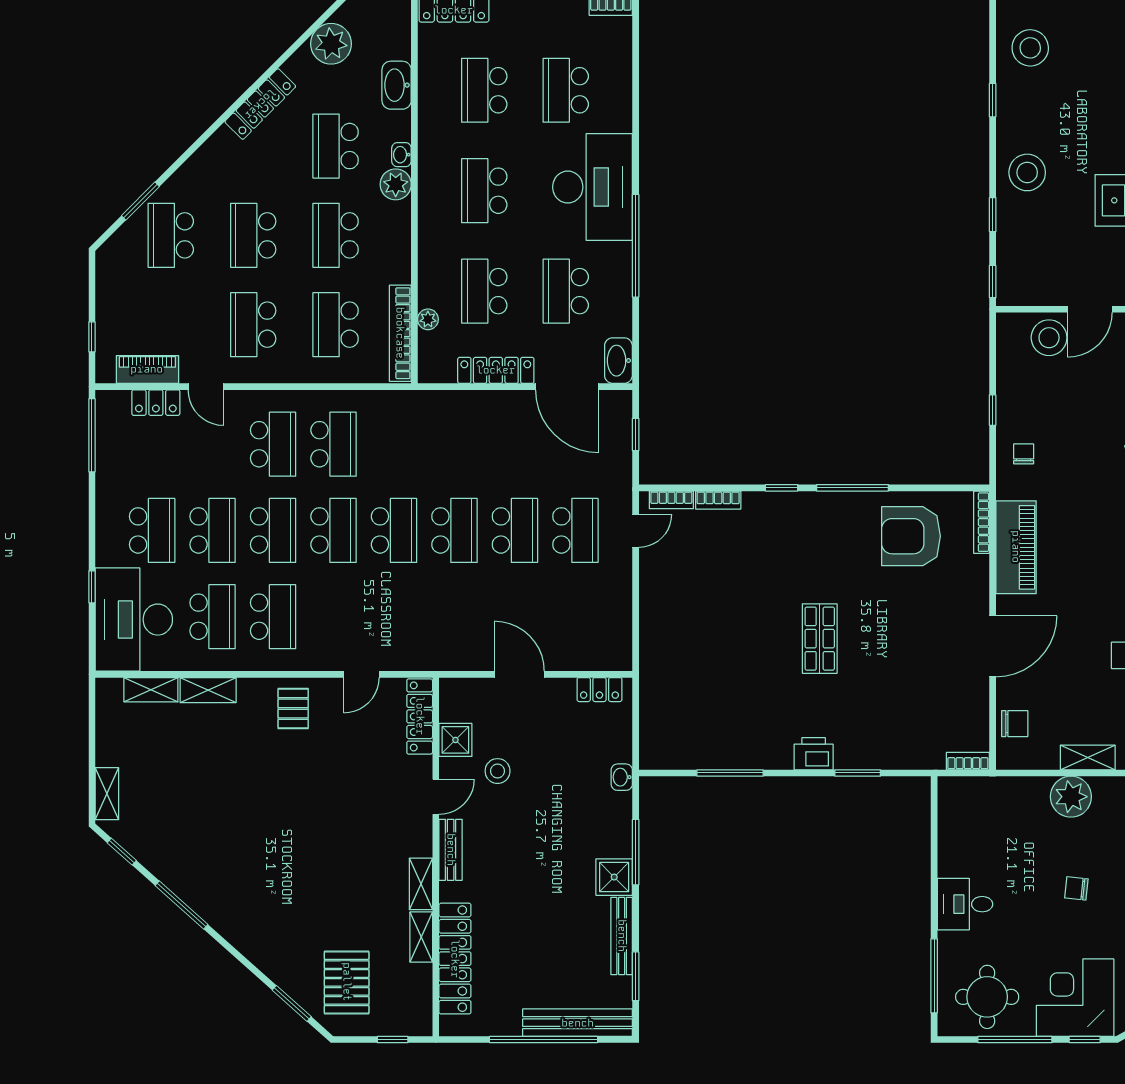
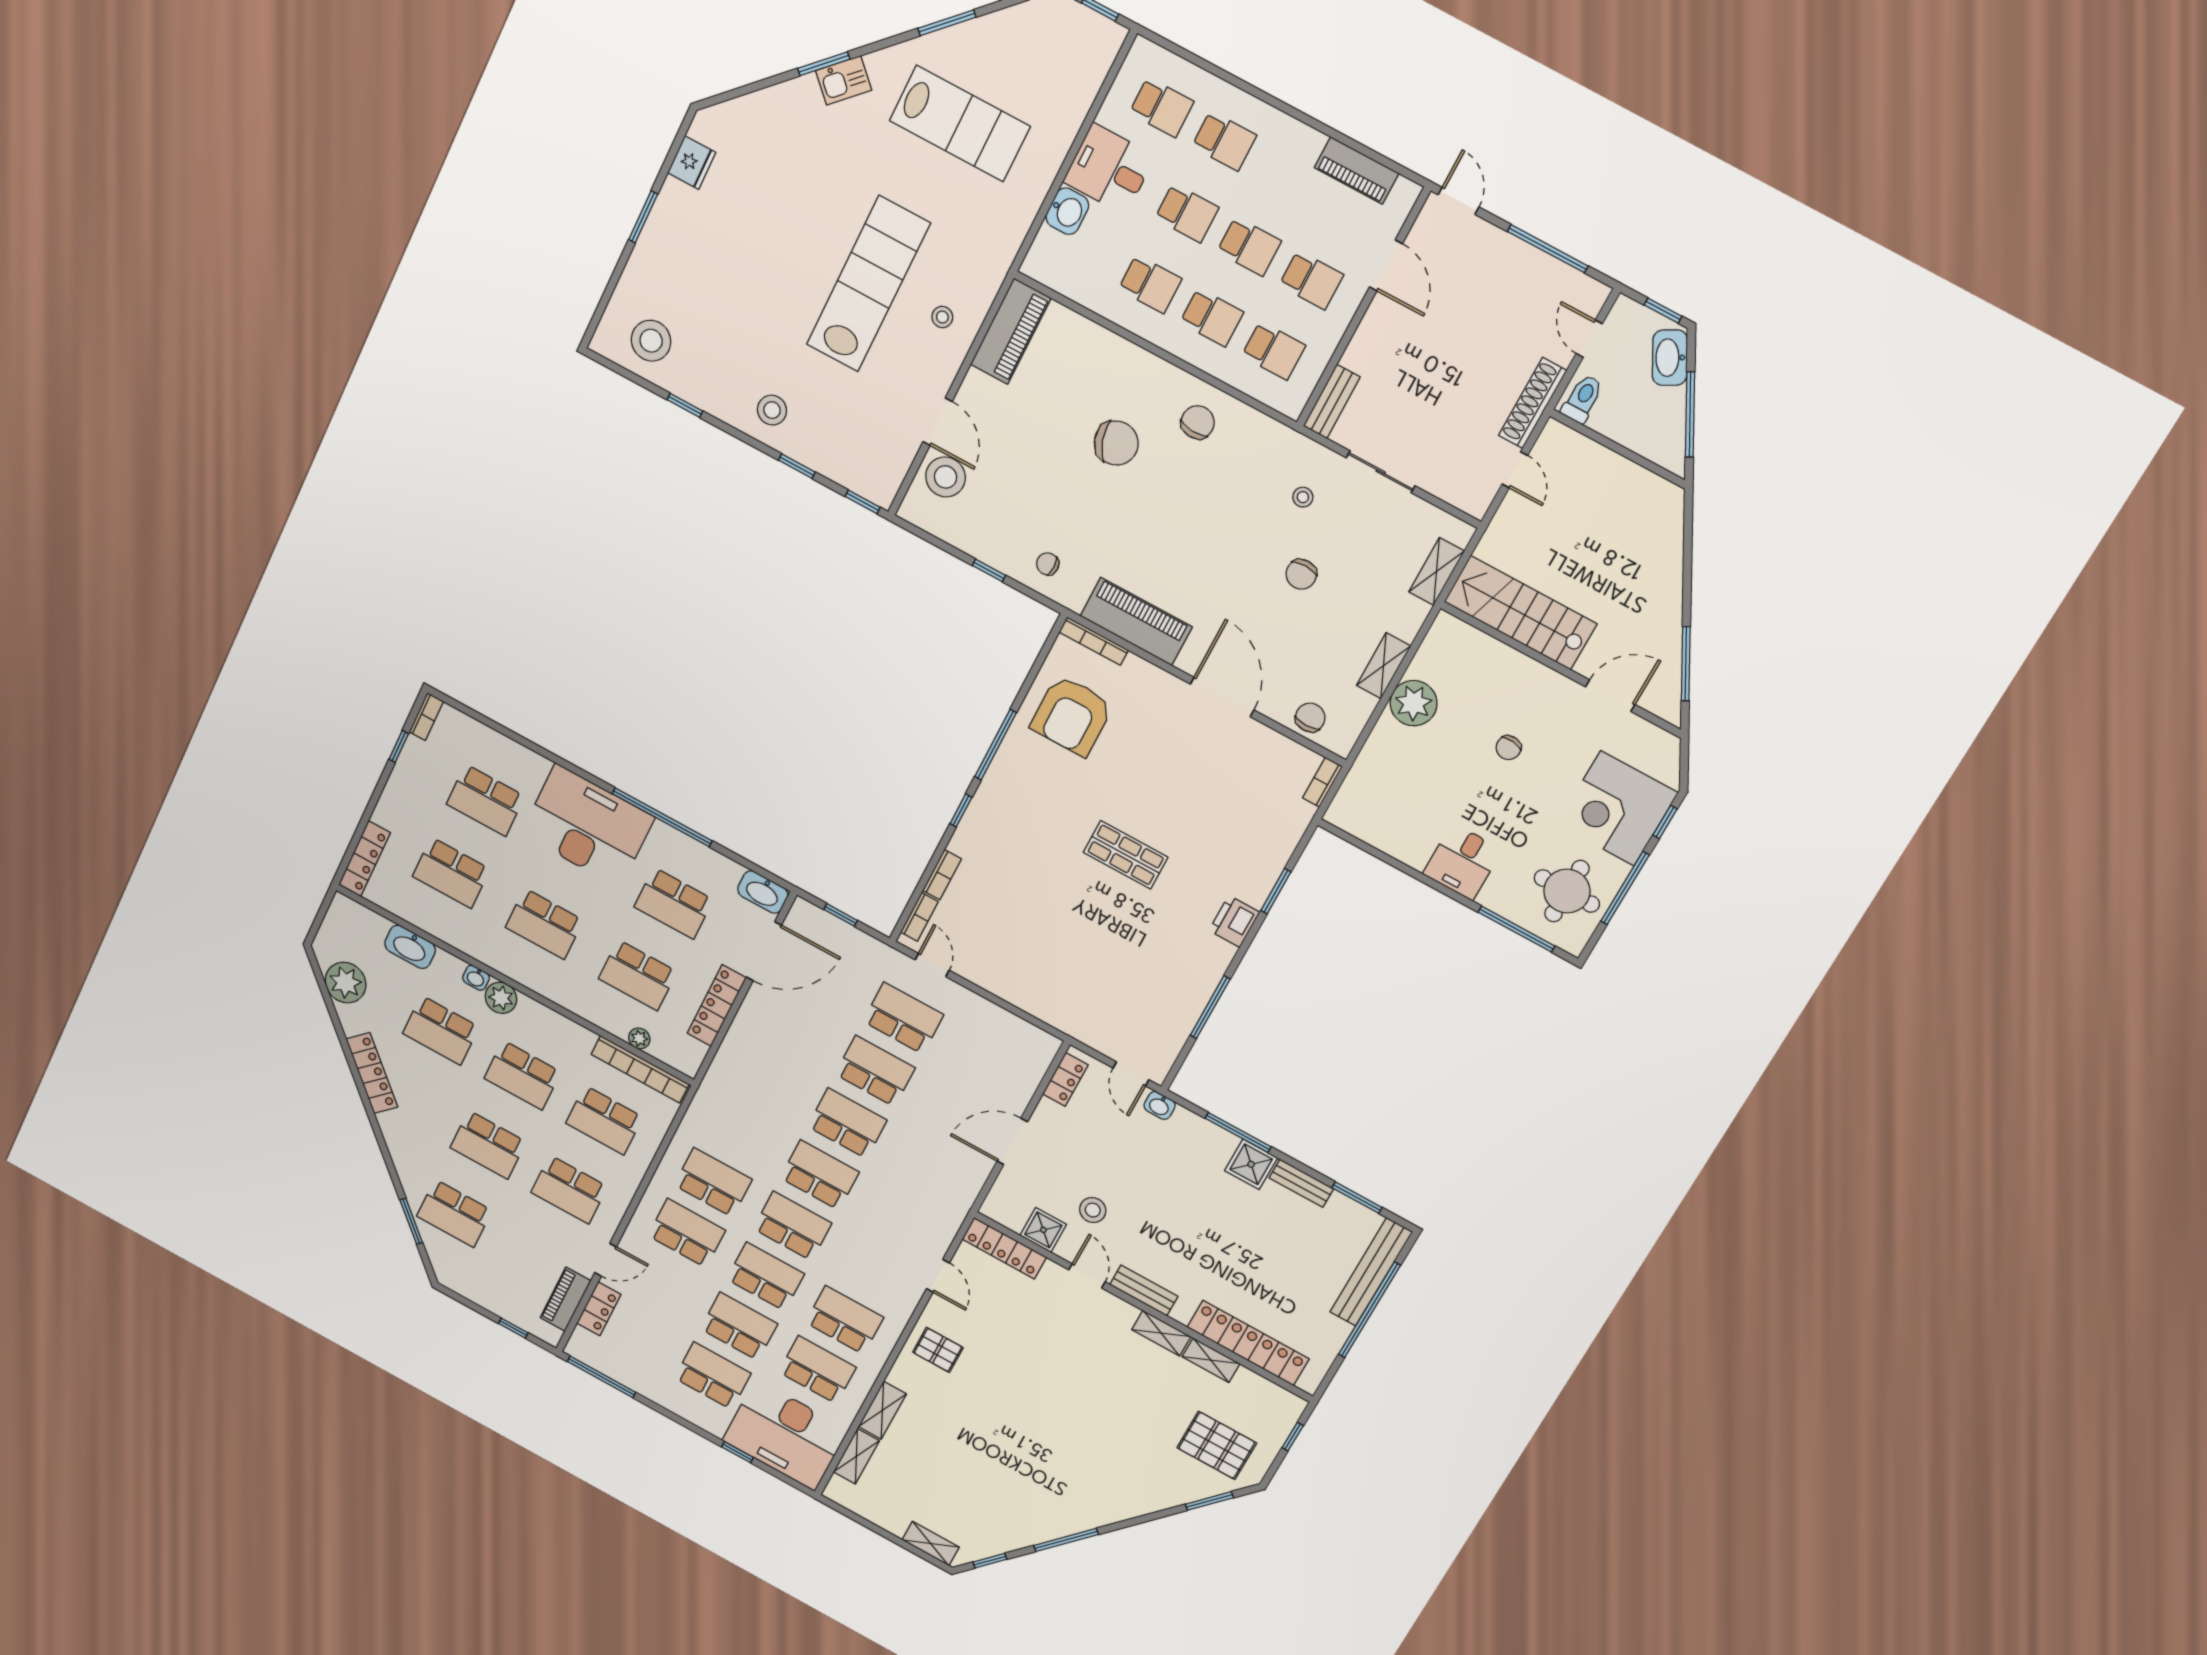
stool: (1027, 172) -> (772, 410), width x0.73, depth x0.73
door: (636, 740) -> (1131, 1074), added
bench: (622, 936) -> (1301, 1183), width x0.73

